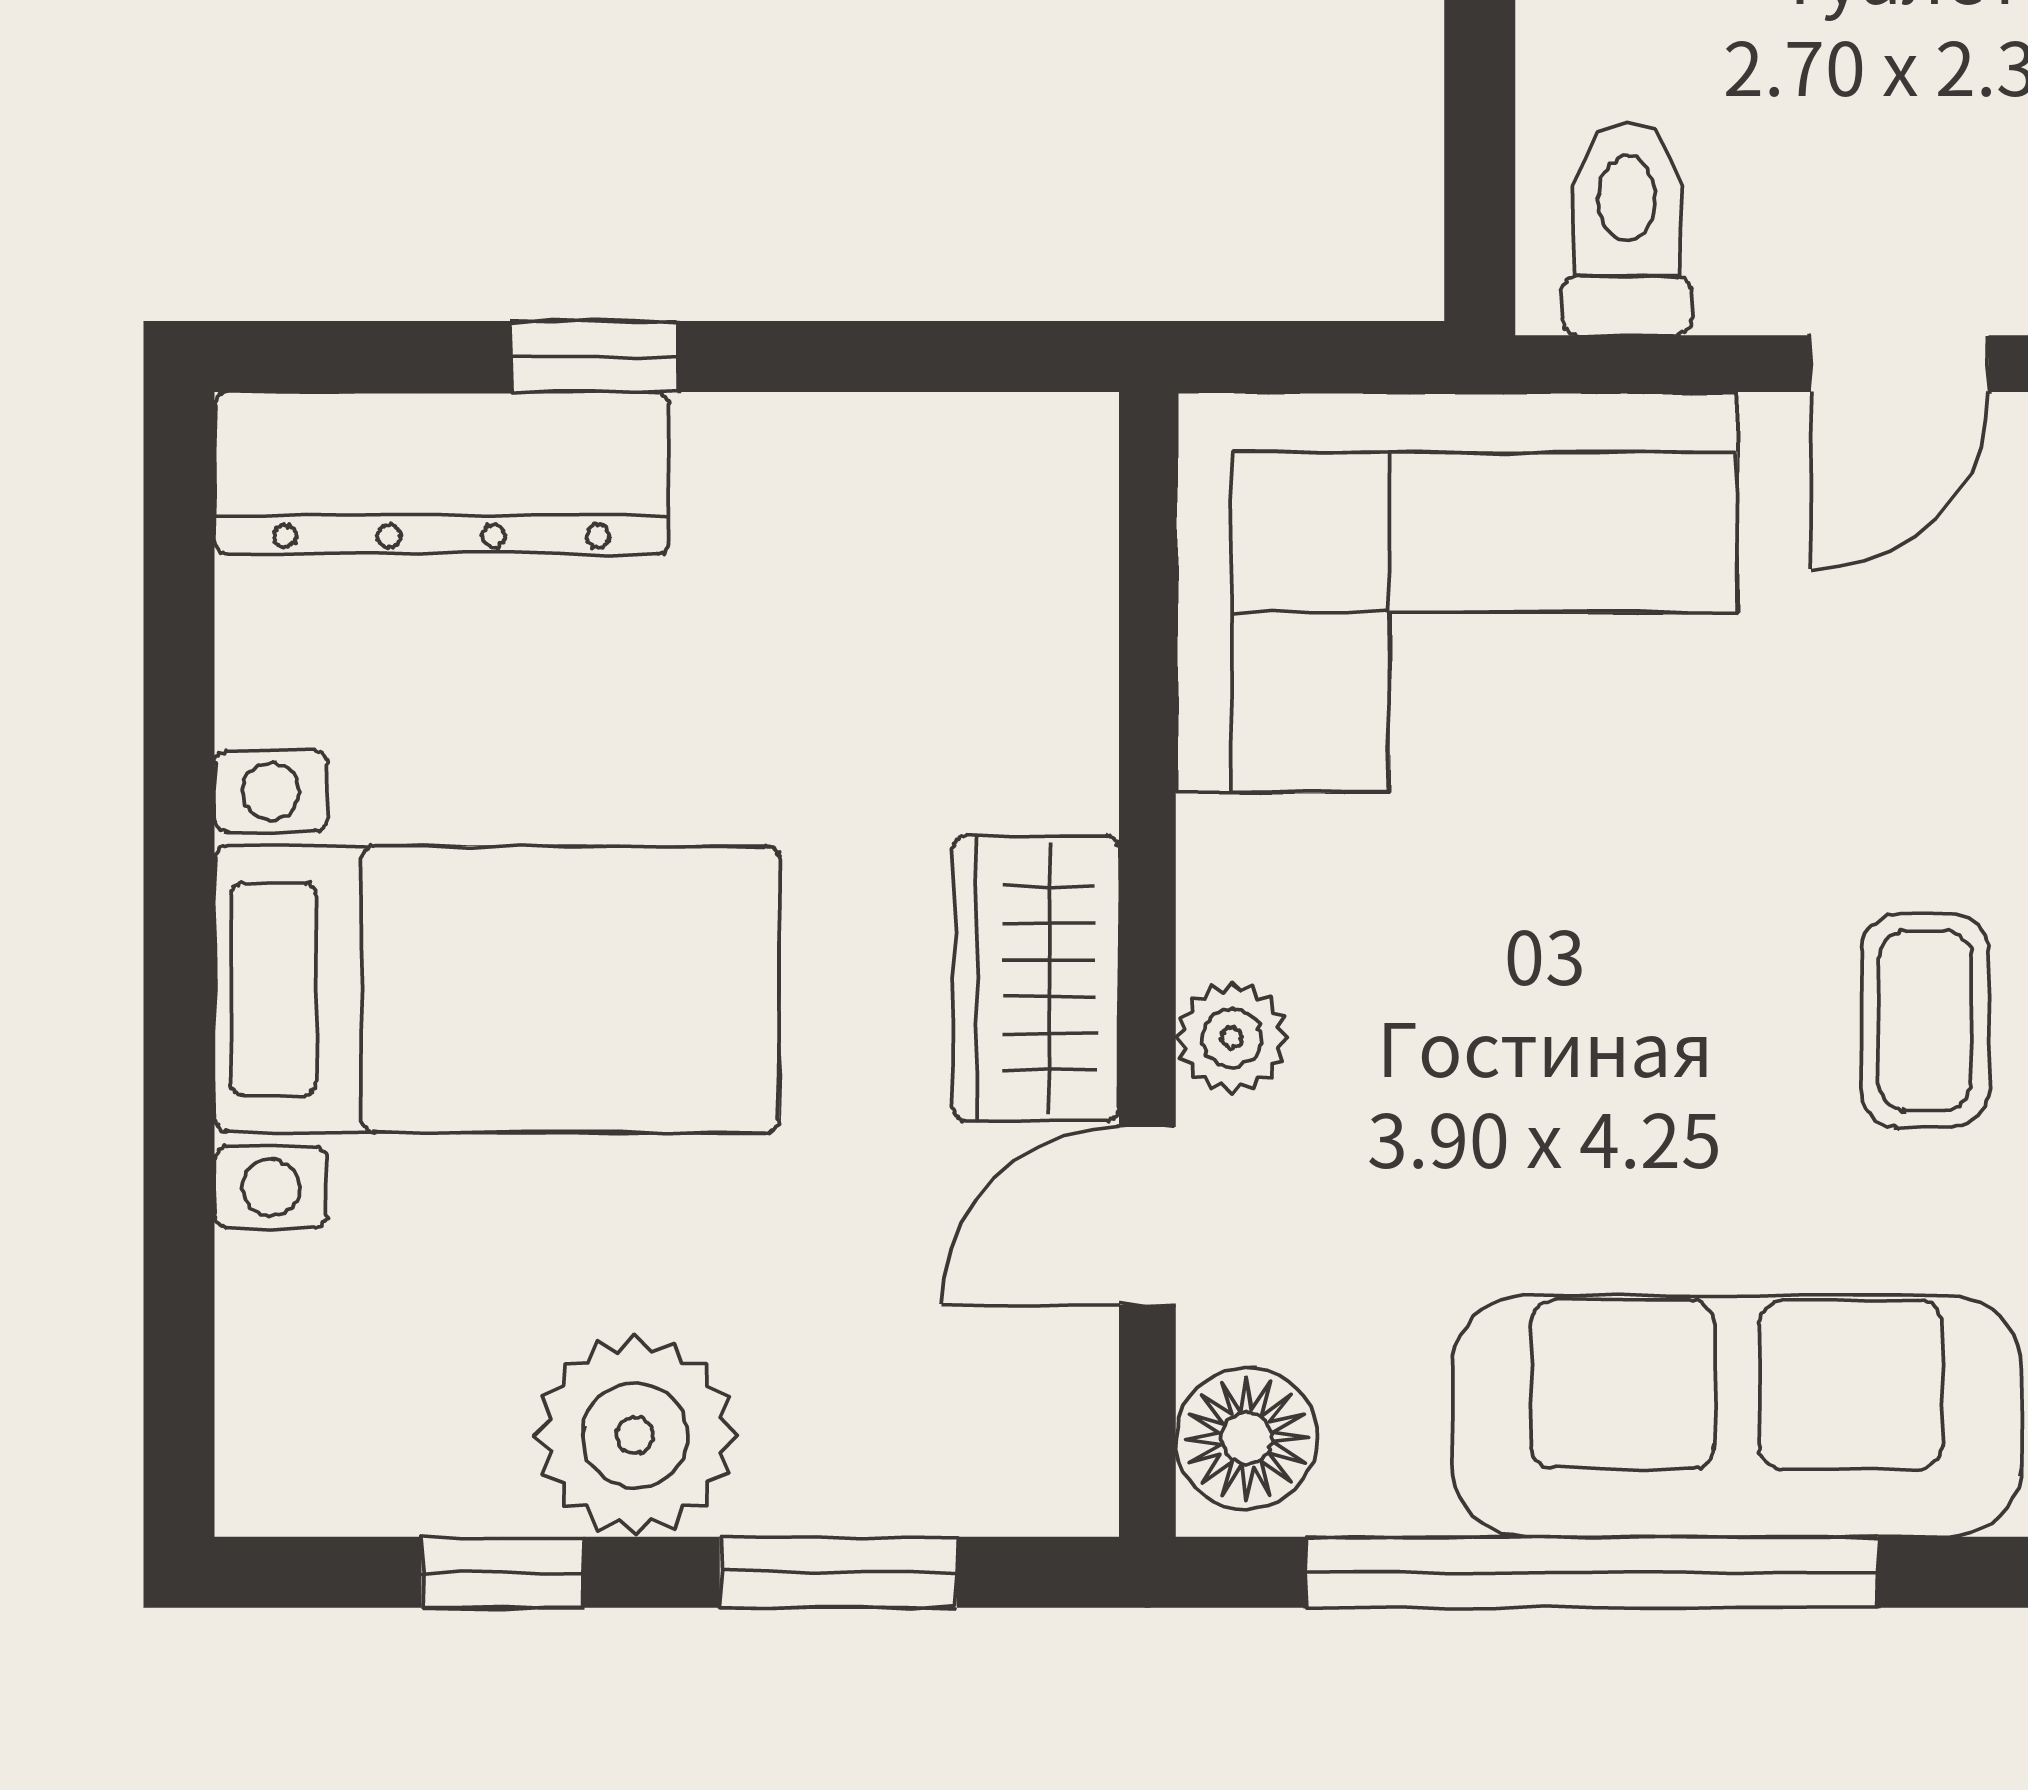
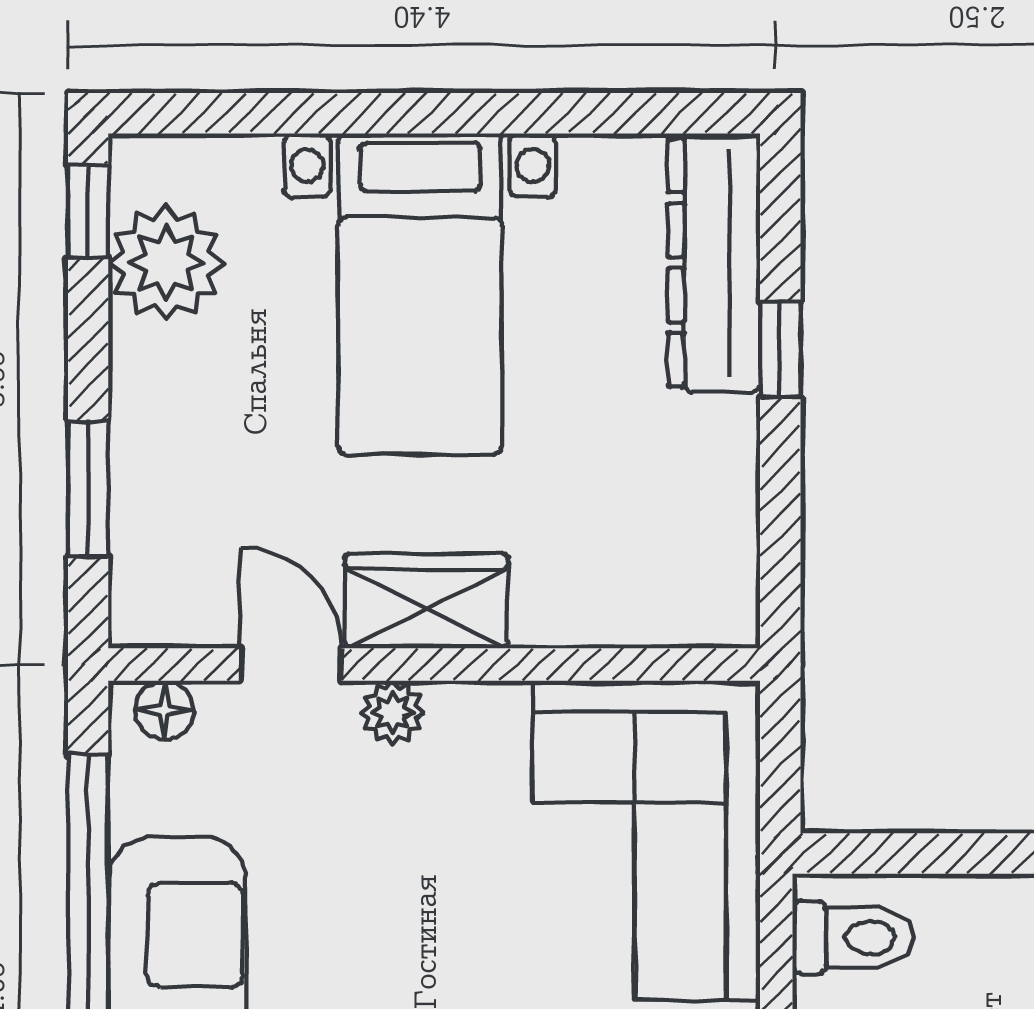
plant: (635, 1435) -> (166, 263), moved
floor lamp: (1246, 1438) -> (164, 710), width x0.73, depth x0.73
window: (503, 1572) -> (88, 211), moved

